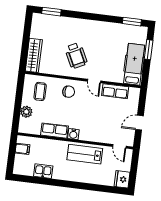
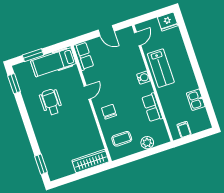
wheelchair: (76, 56) -> (51, 102), moved, turned -64
row of seats: (115, 91) -> (83, 56), moved
water cooler: (73, 134) -> (143, 78), moved

